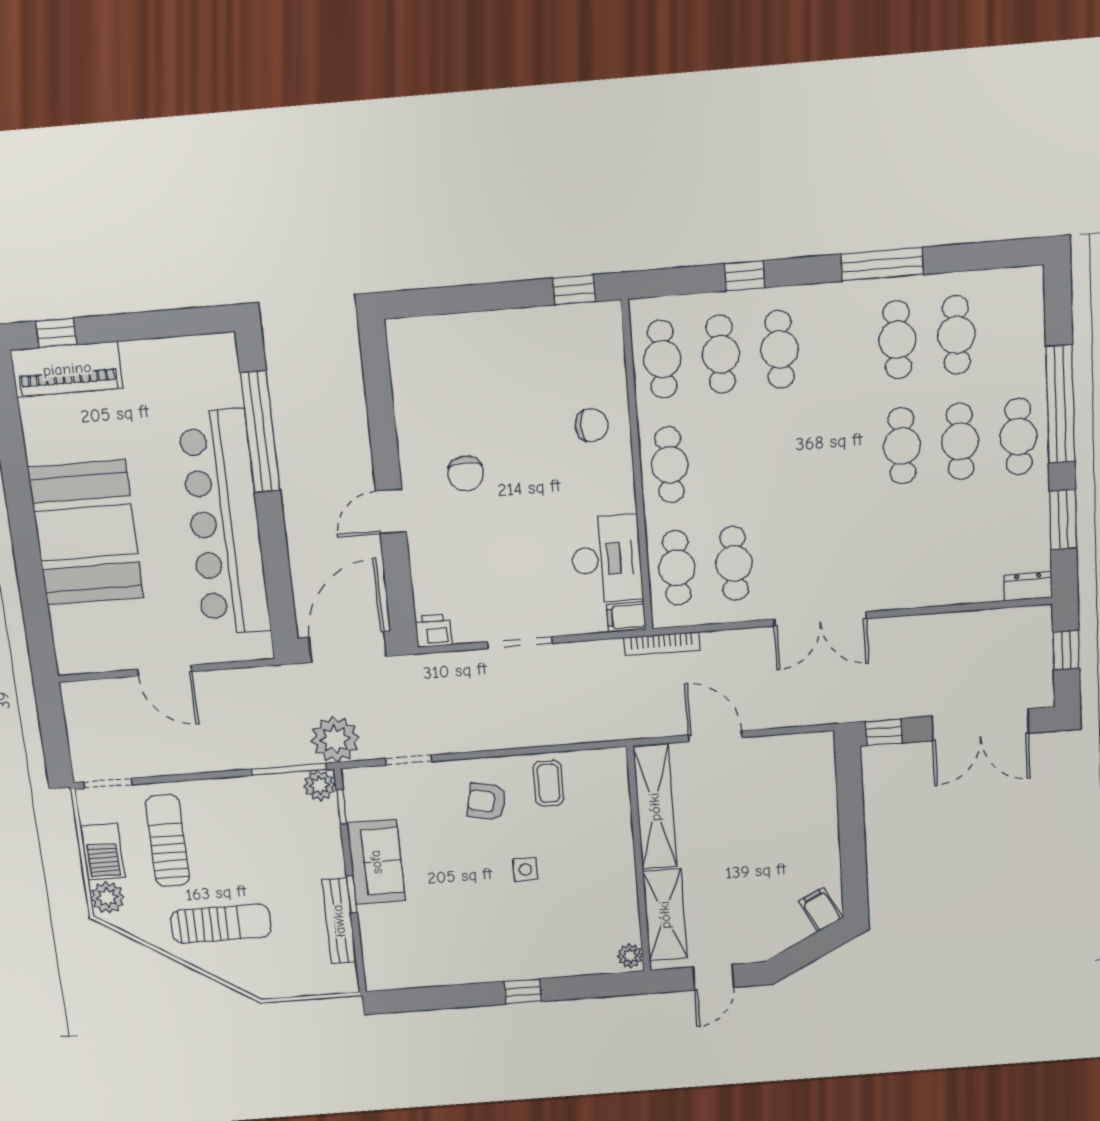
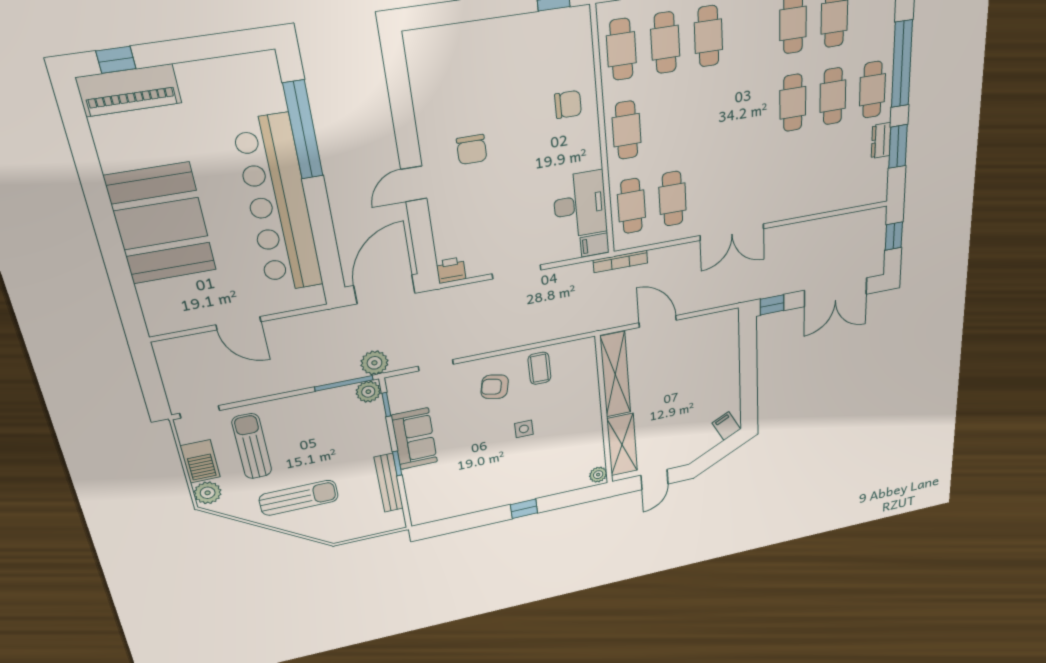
dresser: (1028, 586) -> (881, 140), moved, turned -90
plant: (335, 739) -> (374, 363), width x0.73, depth x0.73

